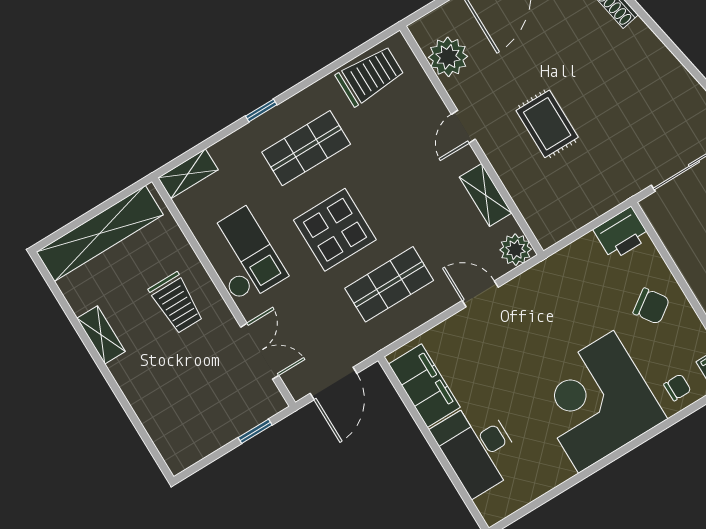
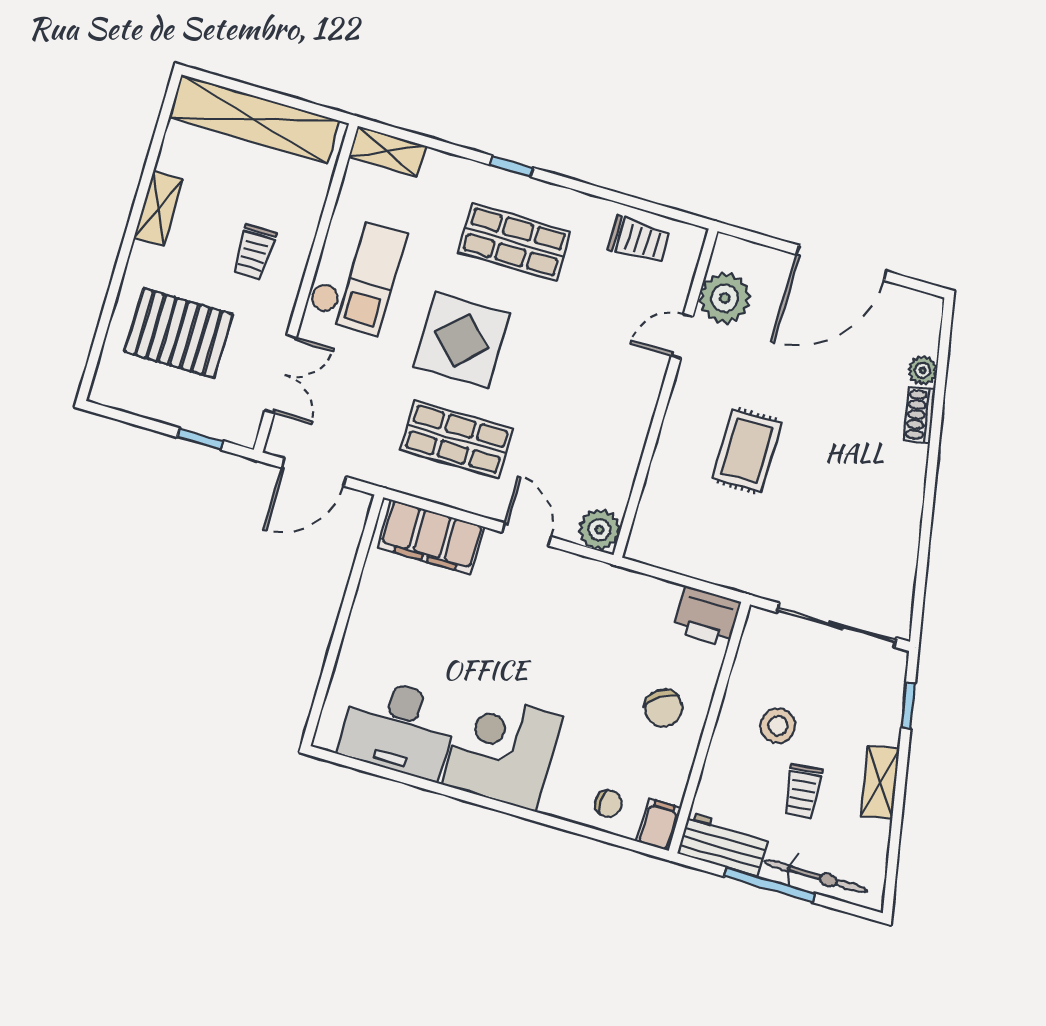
trolley: (370, 76) -> (639, 240), width x0.73, depth x0.72
door: (463, 127) -> (682, 336), moved
shelving: (486, 195) -> (626, 454), removed
trolley: (176, 303) -> (254, 252), width x0.73, depth x0.72
filing cabinet: (424, 386) -> (431, 537), moved, turned 90
pallet: (183, 388) -> (179, 333), added
corner desk: (596, 402) -> (502, 751), width x0.74, depth x0.74
desk: (478, 448) -> (399, 728), moved, turned -90

